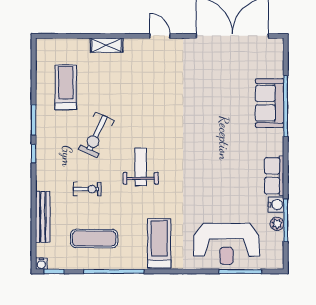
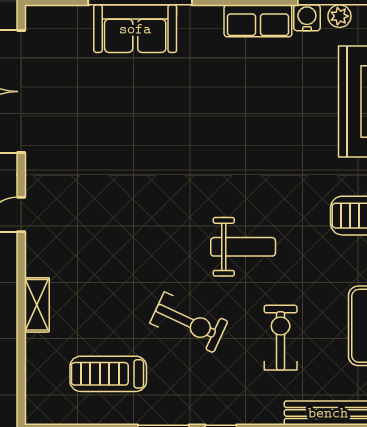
weight bench: (141, 167) -> (243, 247), turned 180
exercise bike: (87, 189) -> (281, 338), width x1.38, depth x1.39

